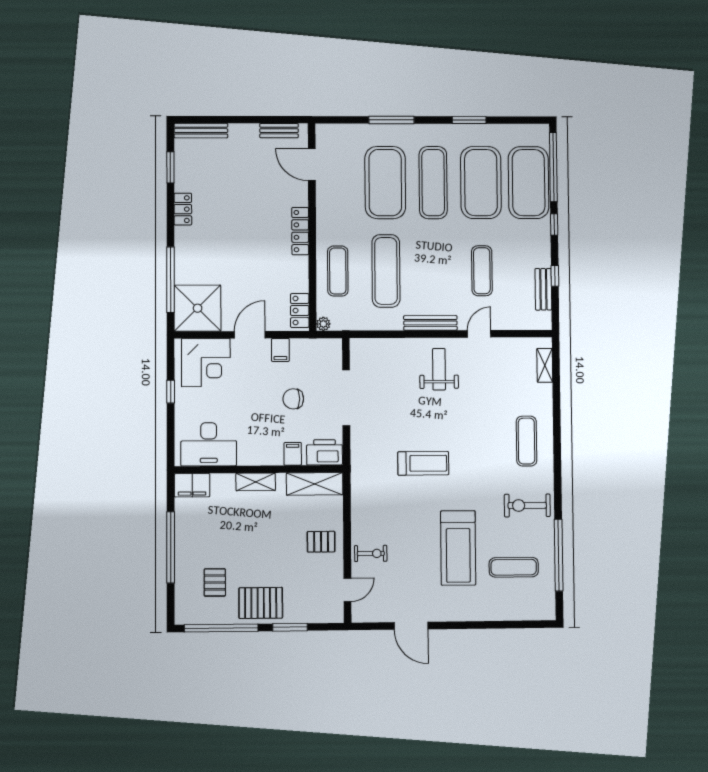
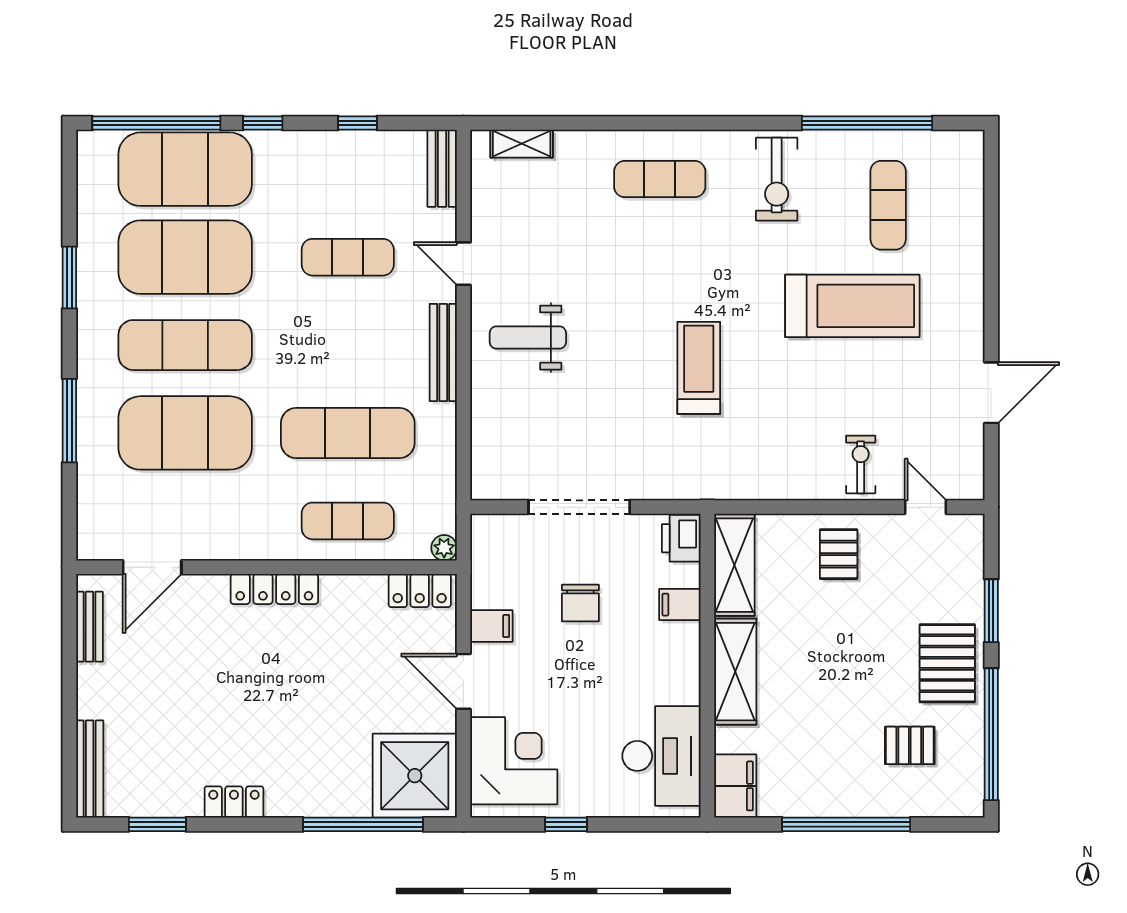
bench: (543, 289) -> (442, 168), moved, turned 90
printer: (325, 452) -> (681, 538), width x0.73, depth x0.84
shelving: (256, 482) -> (735, 672), width x1.50, depth x1.33

